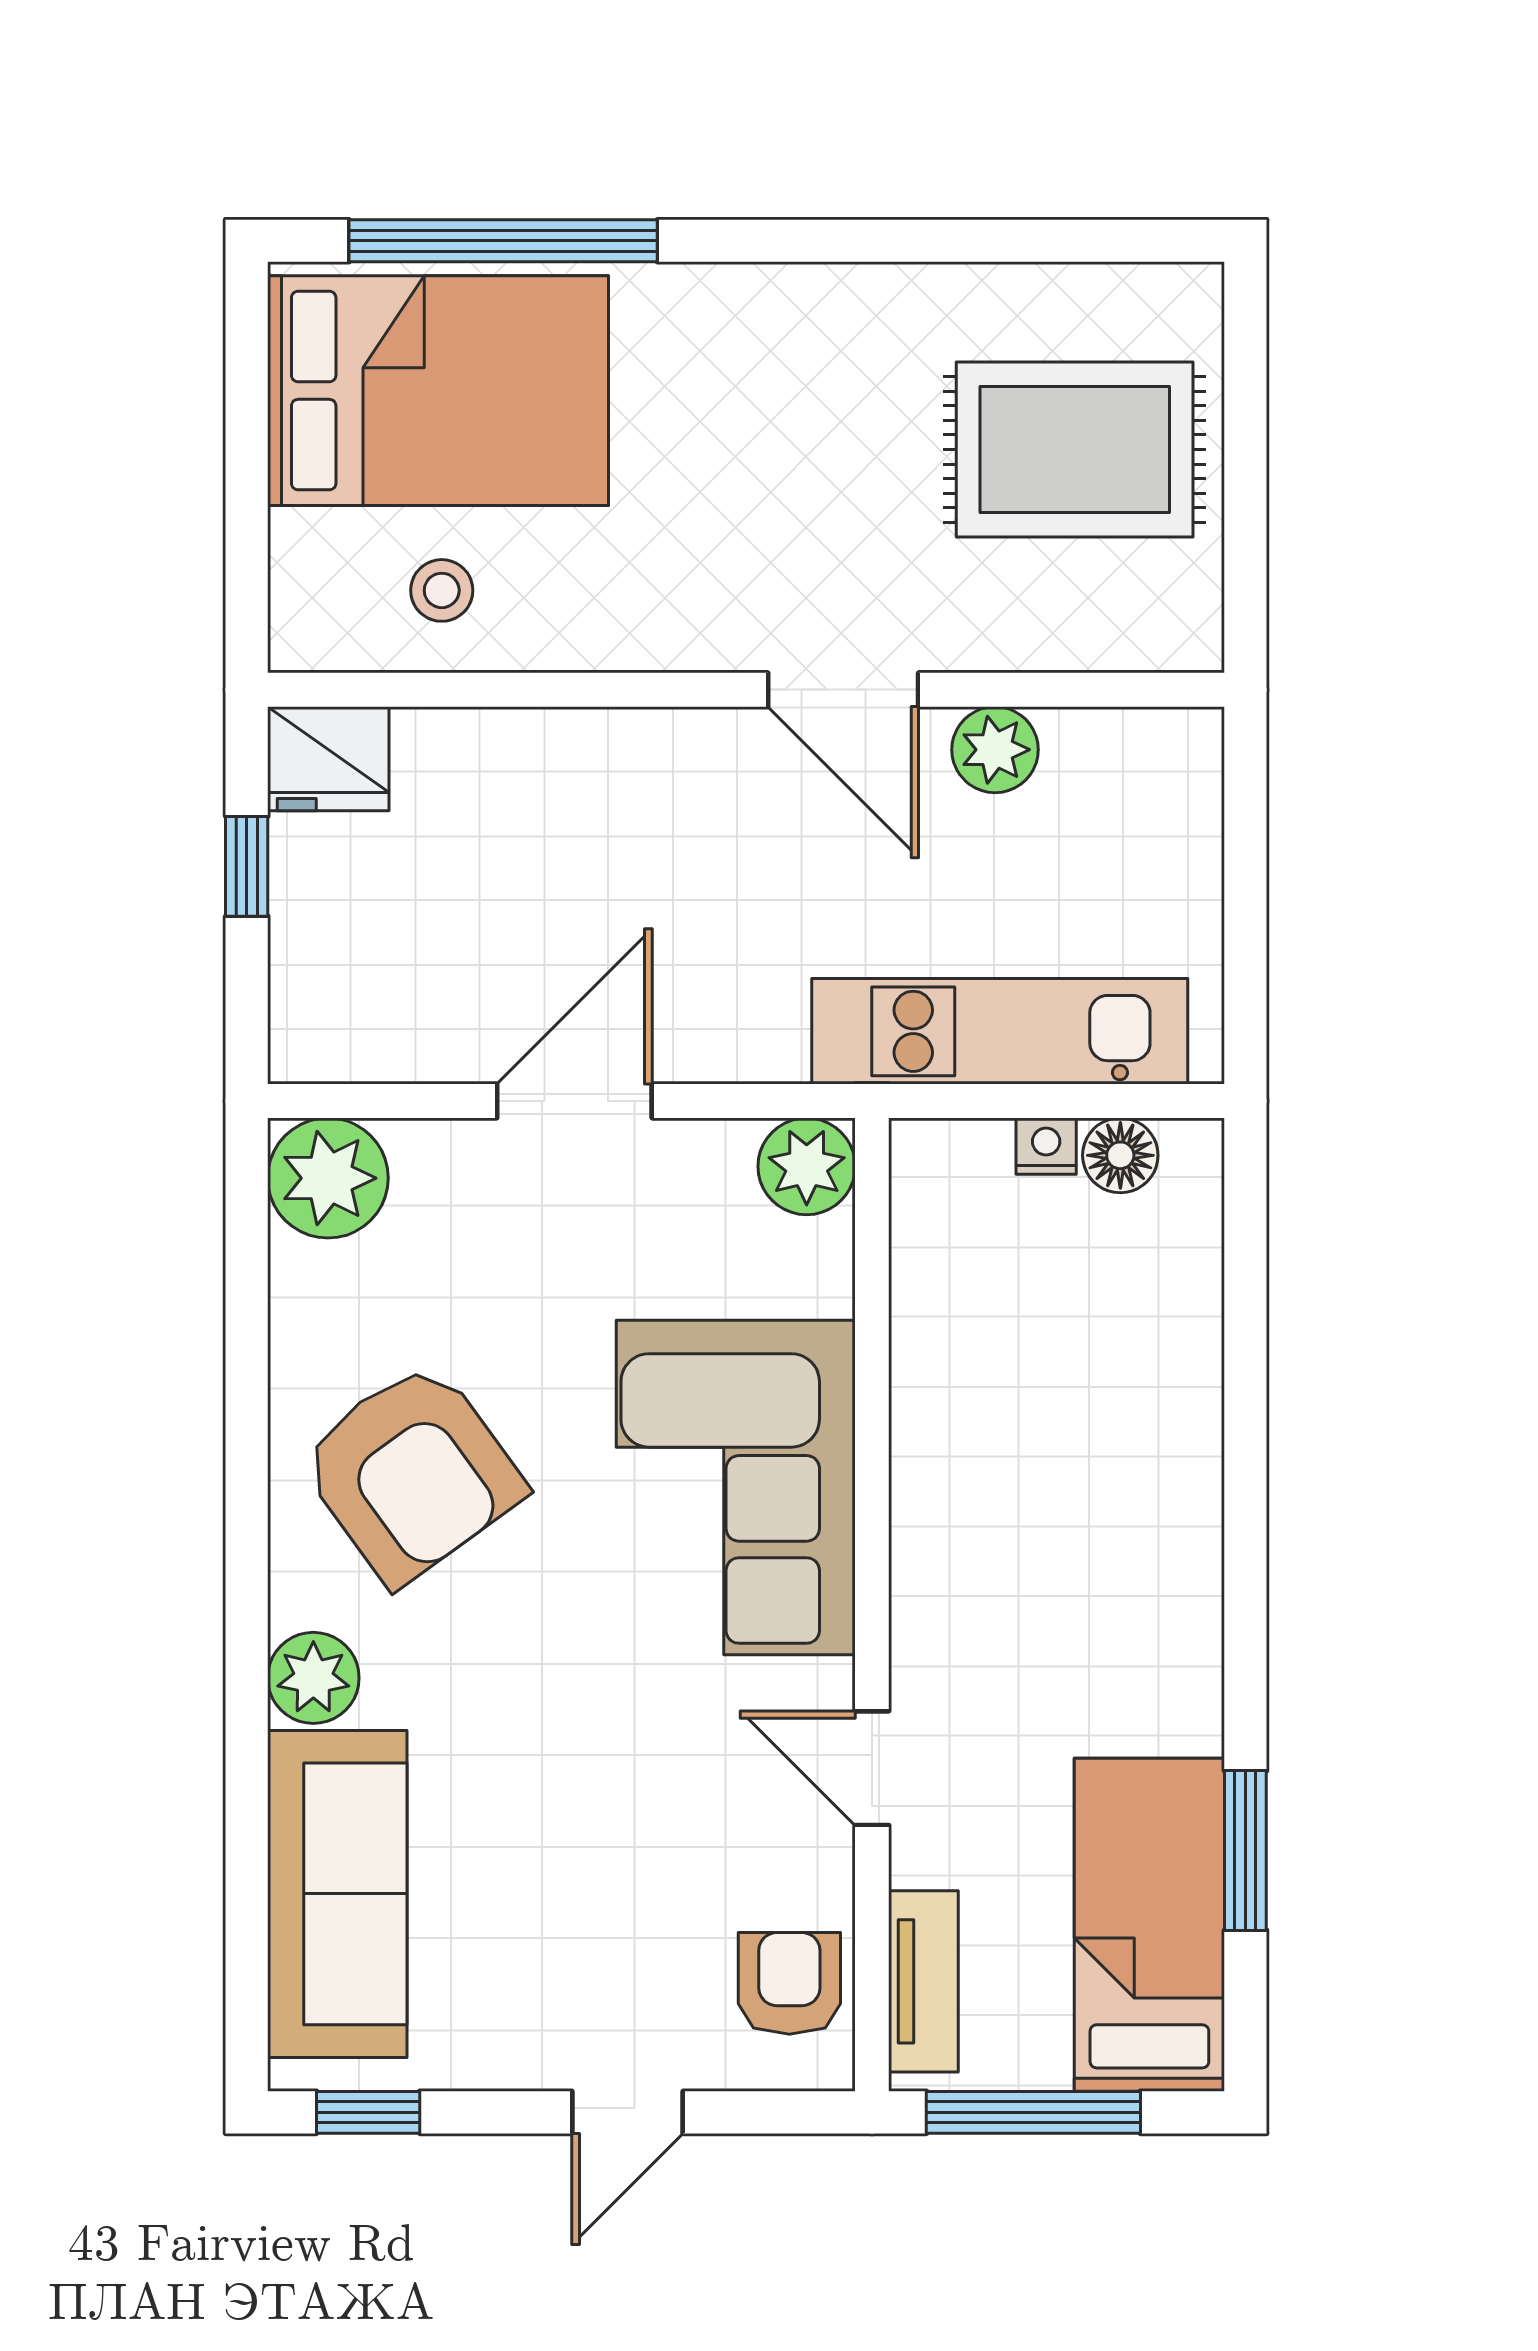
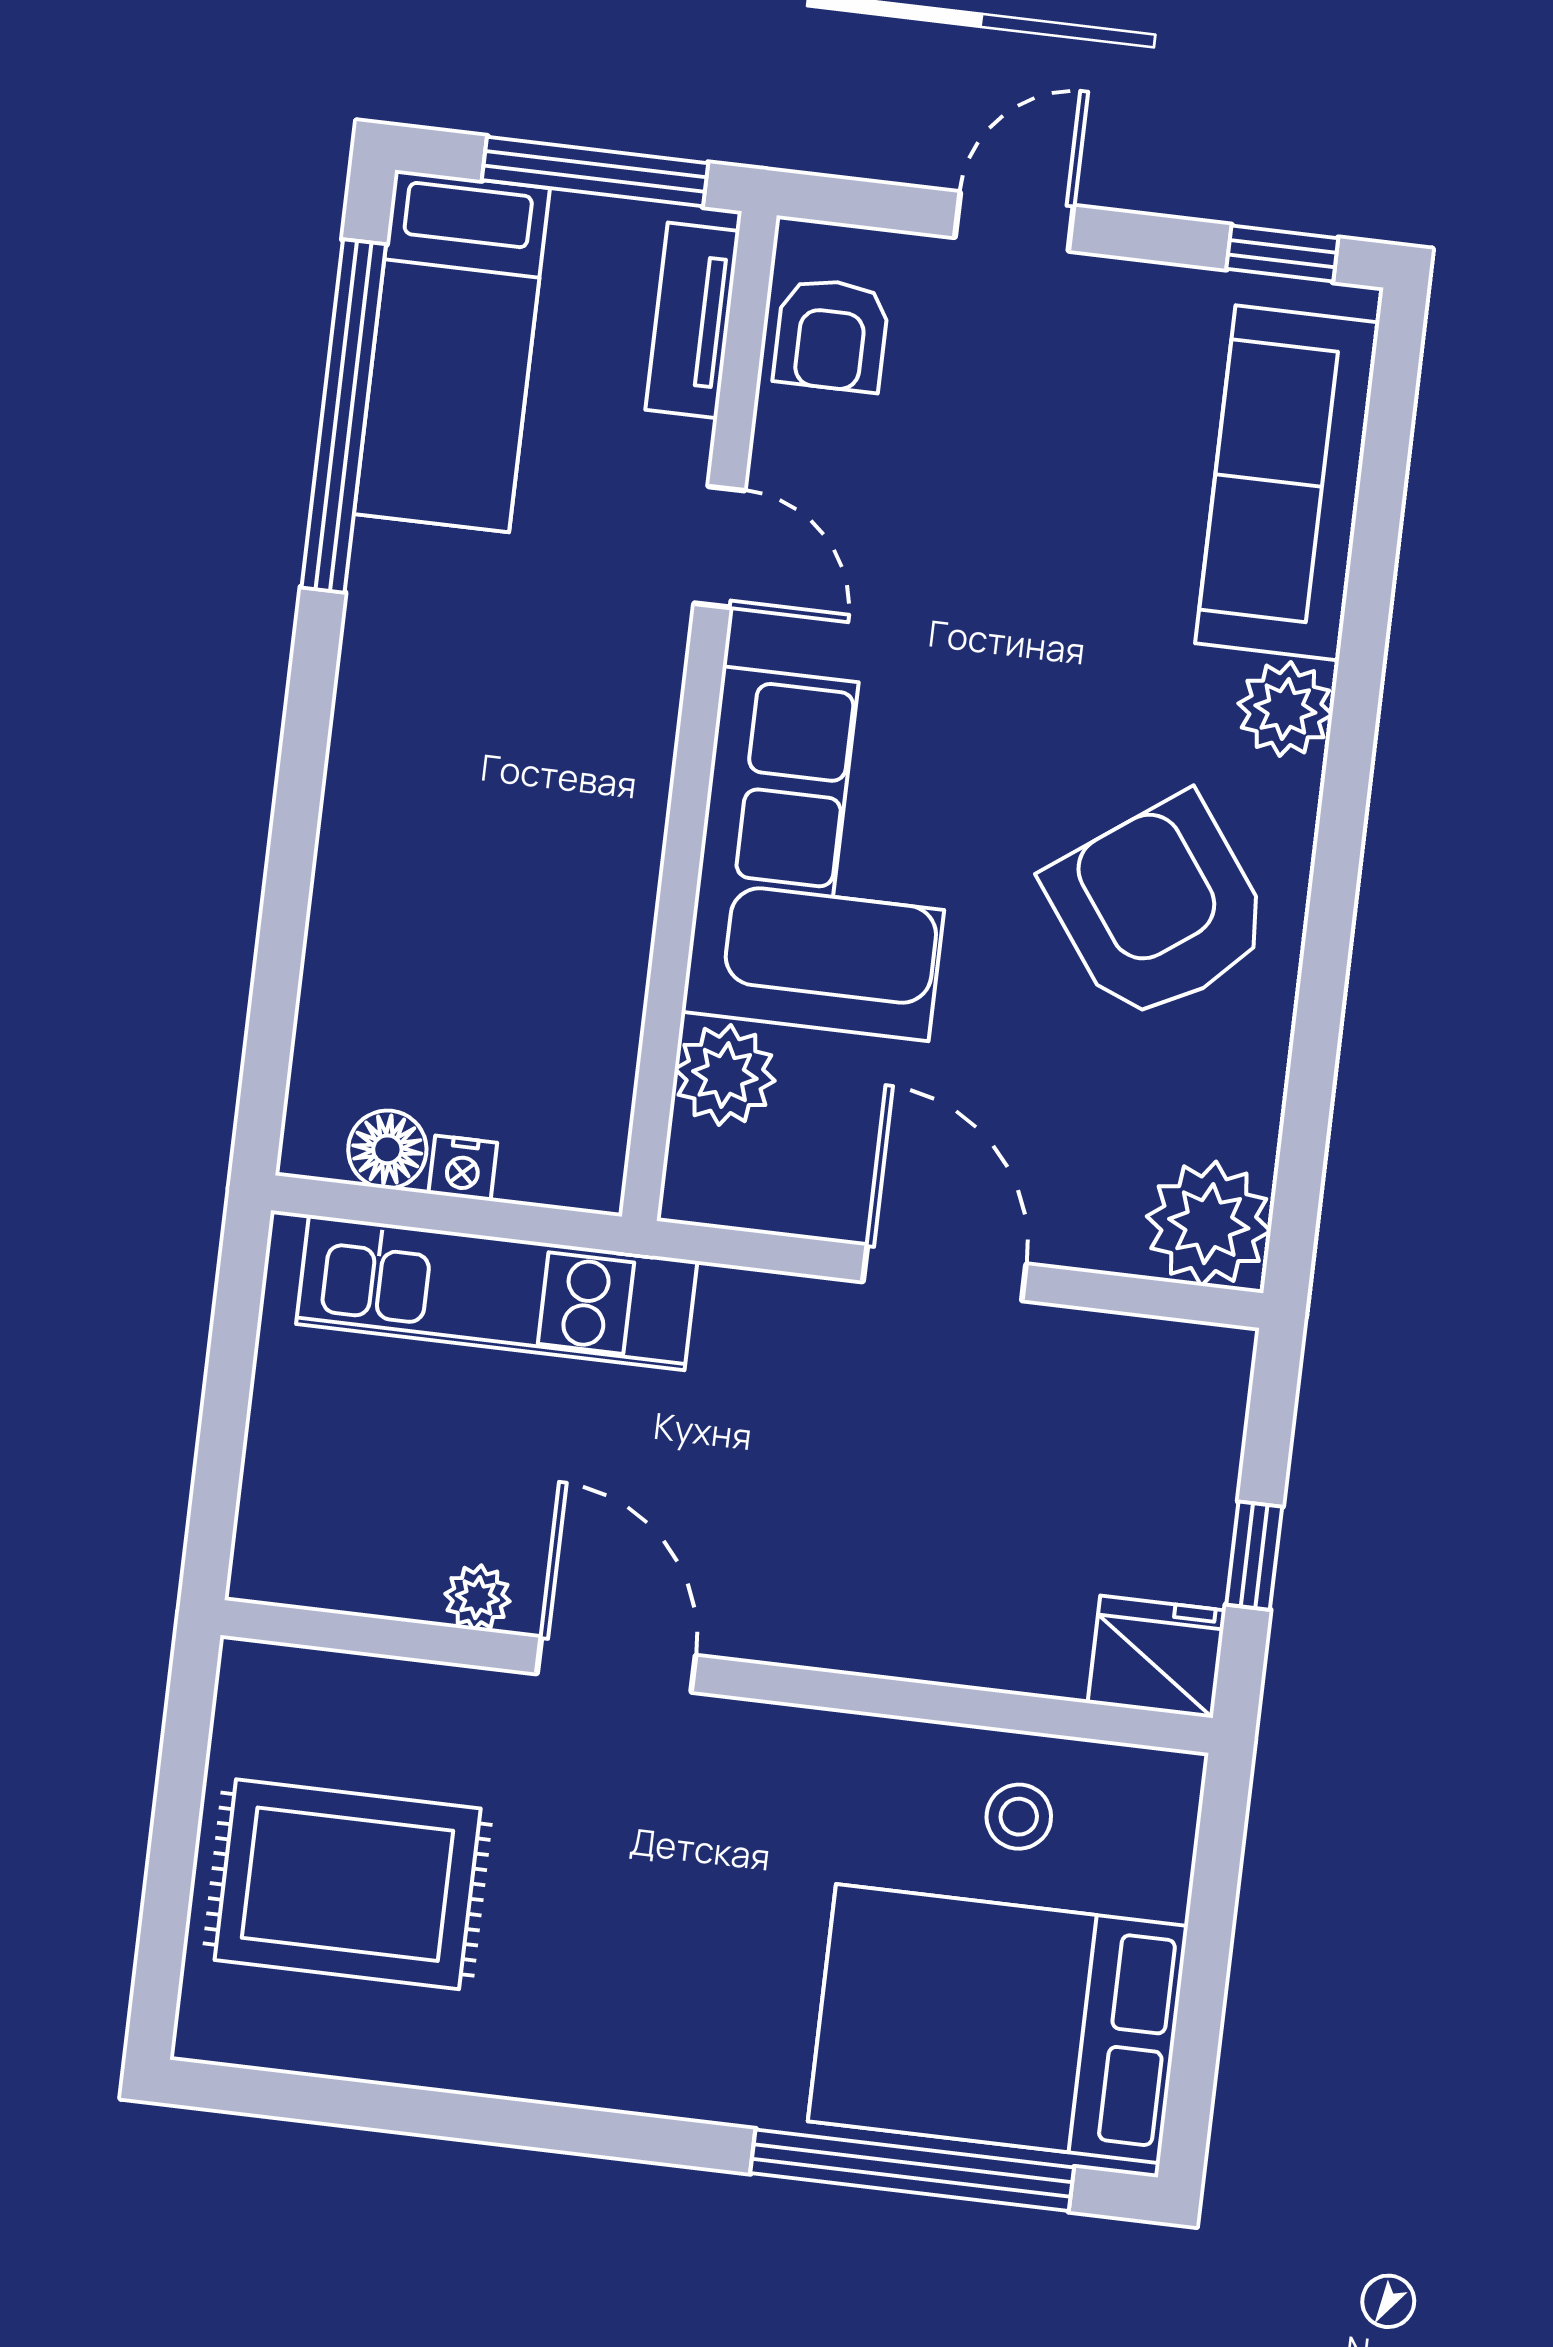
plant: (995, 750) -> (477, 1598), width x0.73, depth x0.73
door: (574, 1101) -> (945, 1273), swing flipped
plant: (807, 1166) -> (725, 1075), moved
window: (1245, 1850) -> (344, 416), width x2.11

